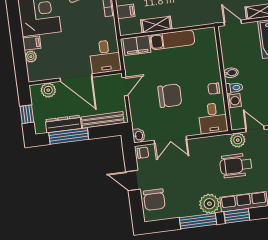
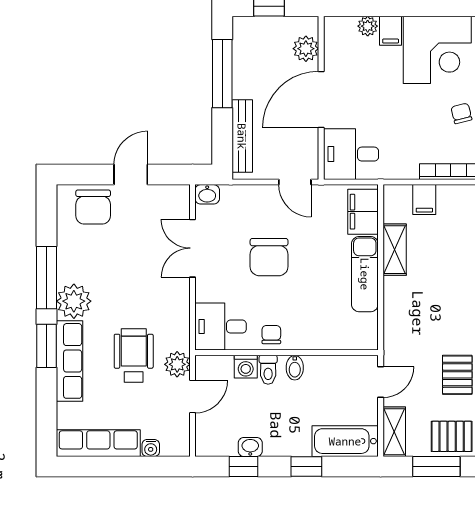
dresser: (63, 124) -> (244, 67), removed
chair: (143, 153) -> (177, 198), removed
chair: (154, 200) -> (93, 207), turned -90

